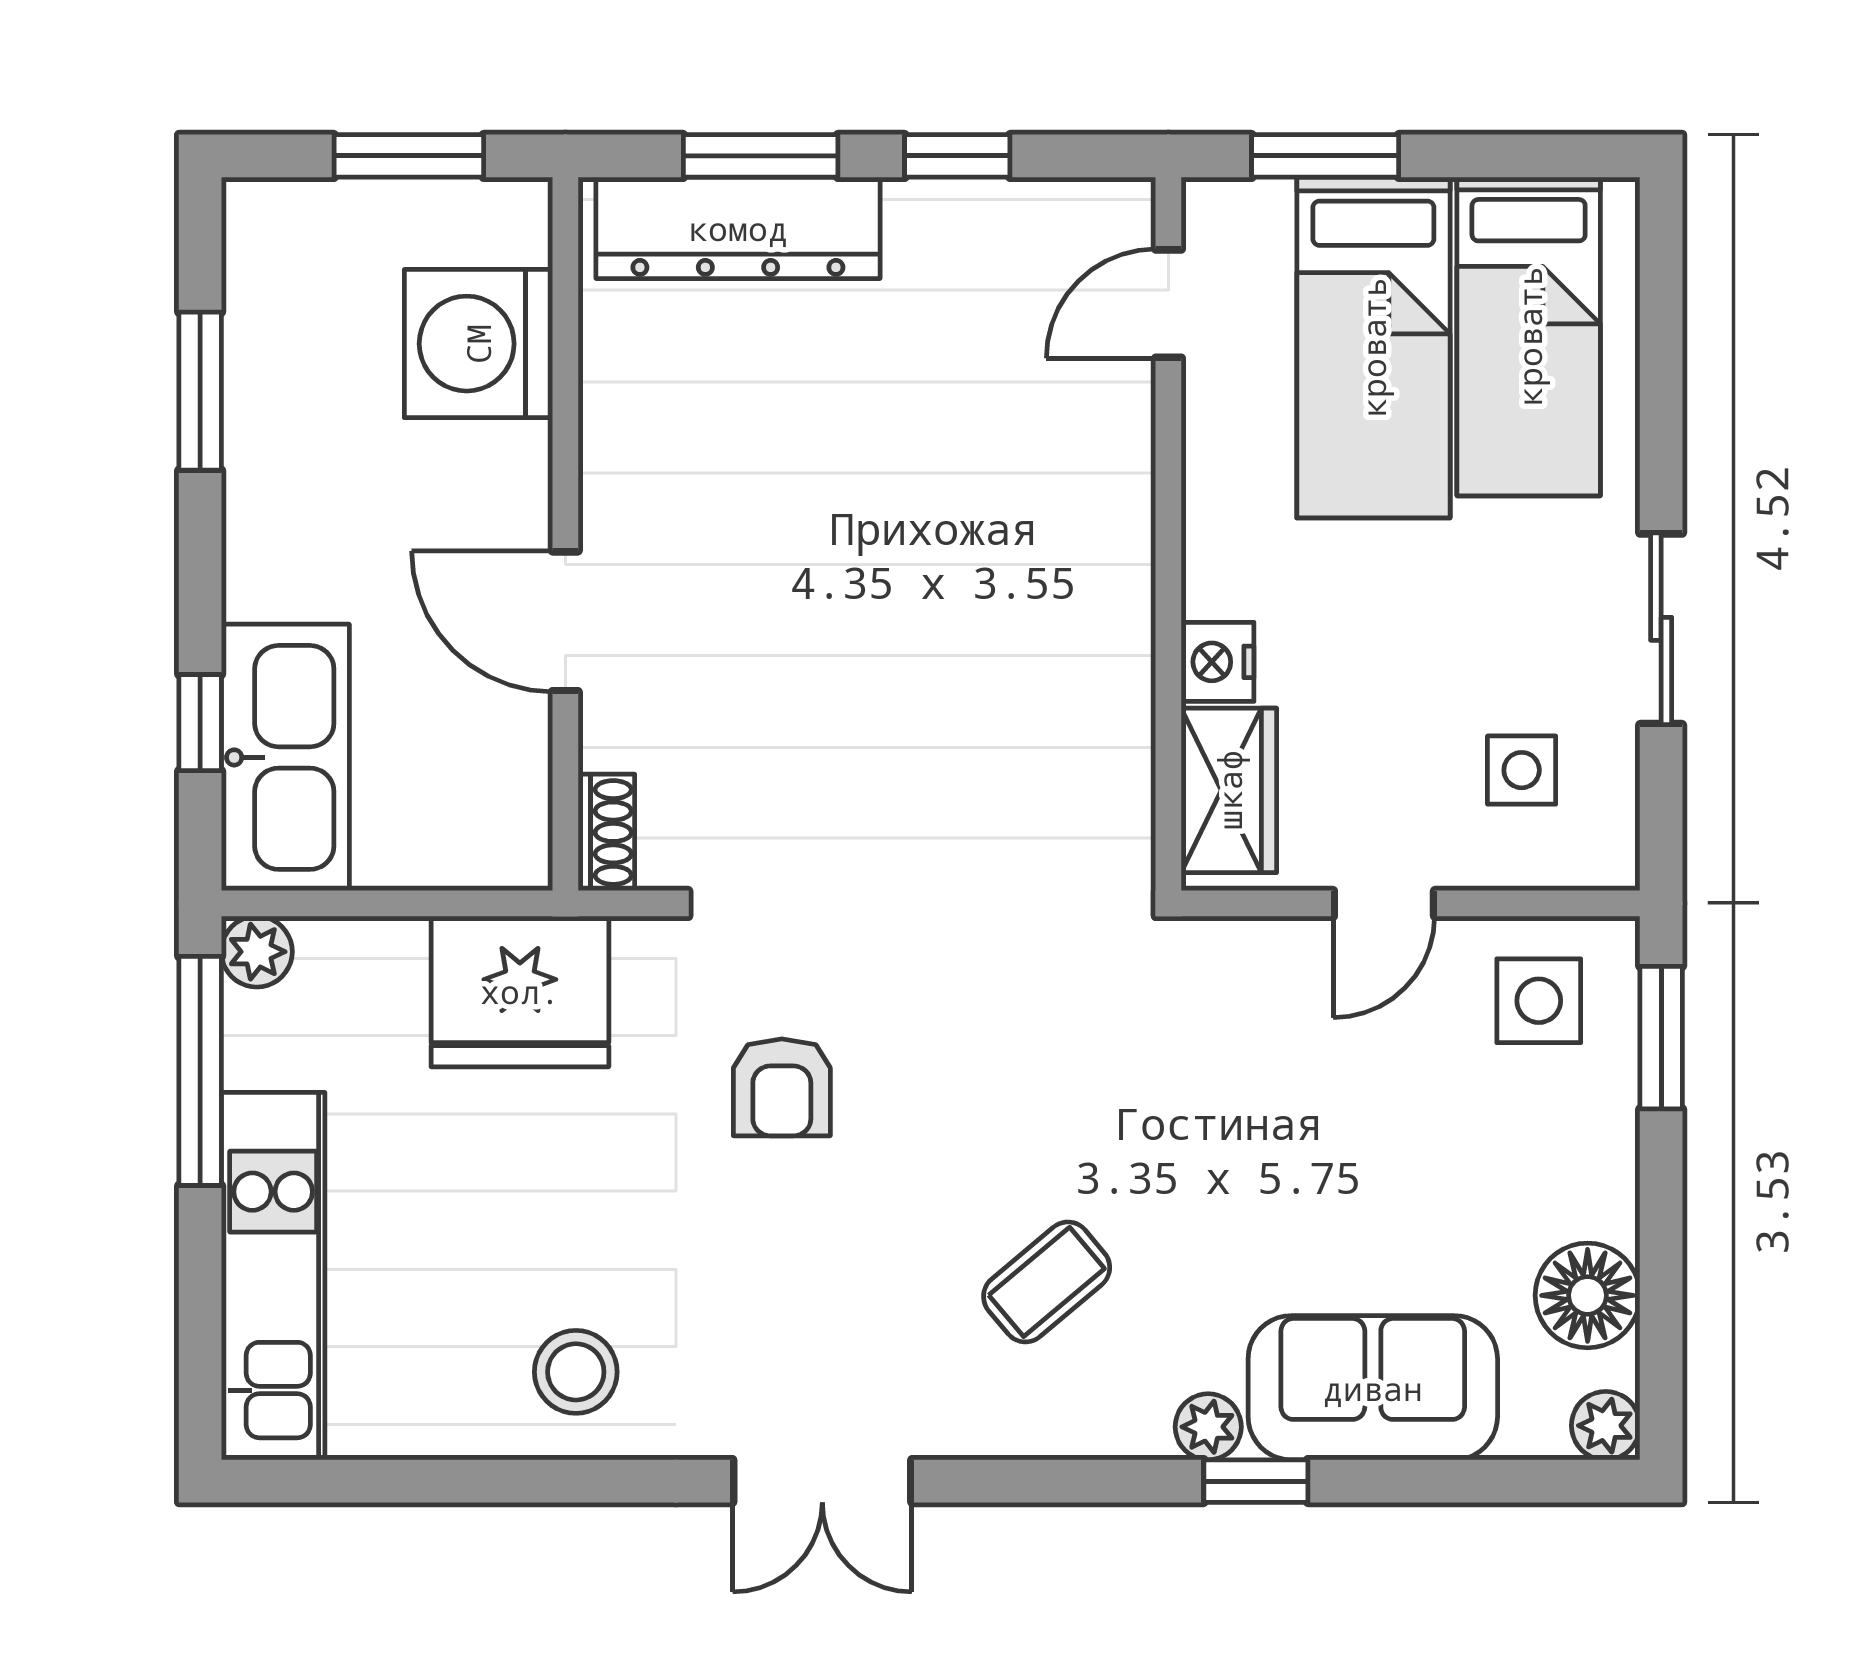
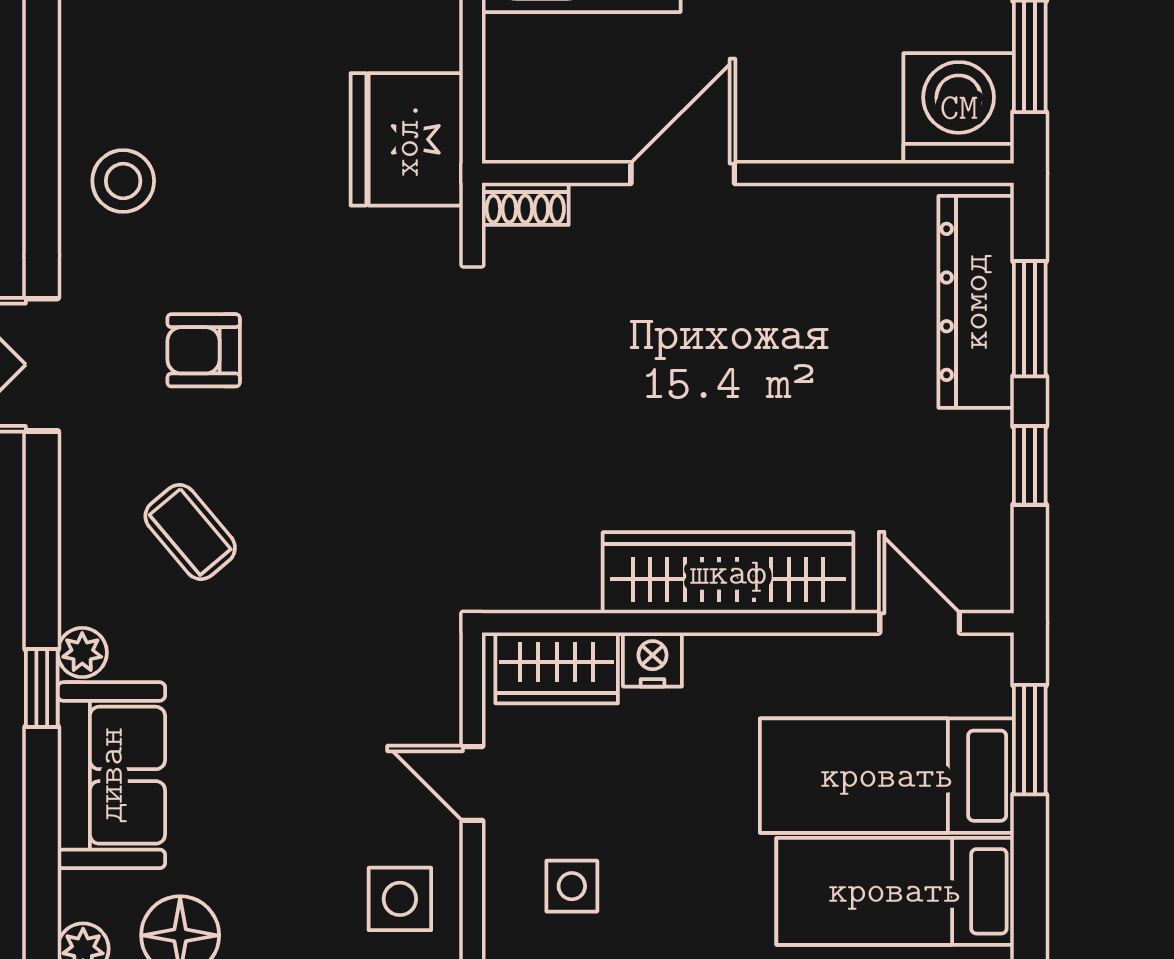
washing machine: (478, 344) -> (959, 108), moved
wardrobe: (1101, 561) -> (728, 573), added
armchair: (782, 1087) -> (204, 350), moved

